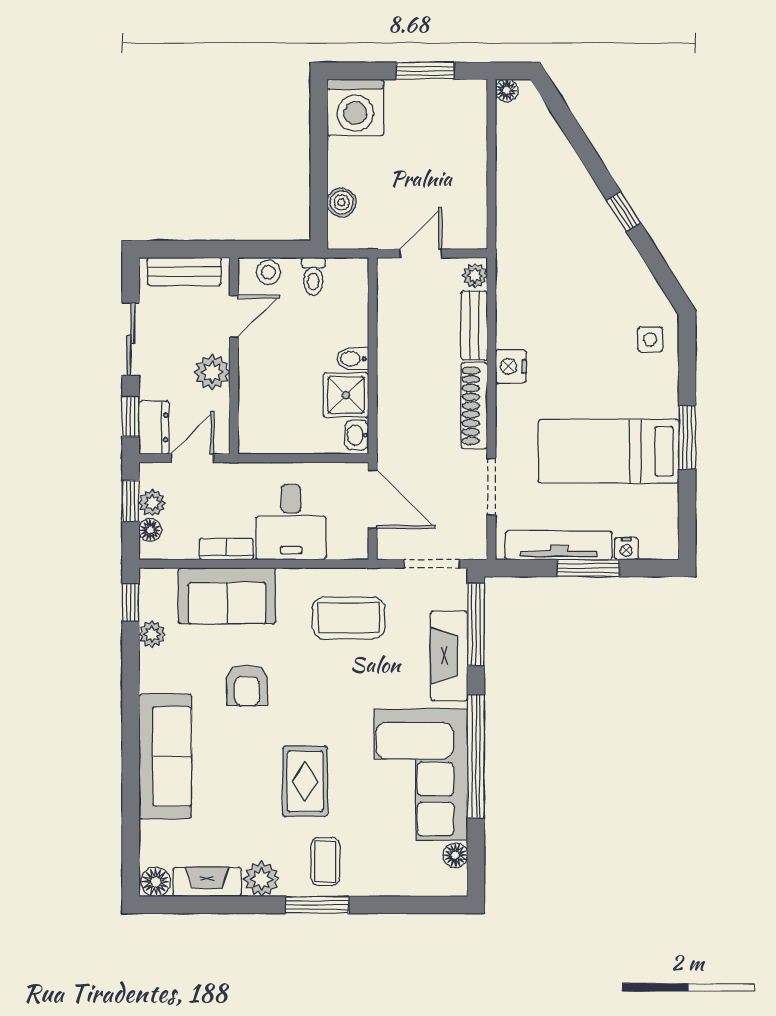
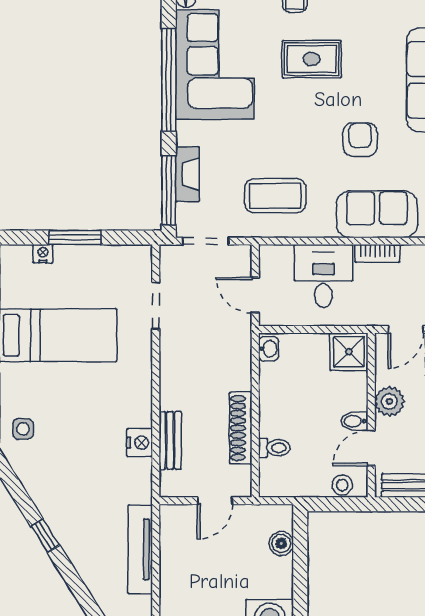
toilet: (313, 276) -> (274, 448), moved, turned 90
plant: (475, 276) -> (169, 482), removed
bidet: (353, 359) -> (354, 421), moved, turned 180
nightstand: (511, 366) -> (140, 443), moved
shower: (346, 395) -> (349, 352), moved
shoe rack: (474, 406) -> (241, 428), moved, turned 180
door: (373, 499) -> (255, 295), width x0.73
tv unit: (559, 545) -> (140, 549), moved, turned 90
fireplace: (449, 656) -> (187, 174), width x0.73, depth x0.76
rug: (305, 781) -> (312, 59), turned 90

